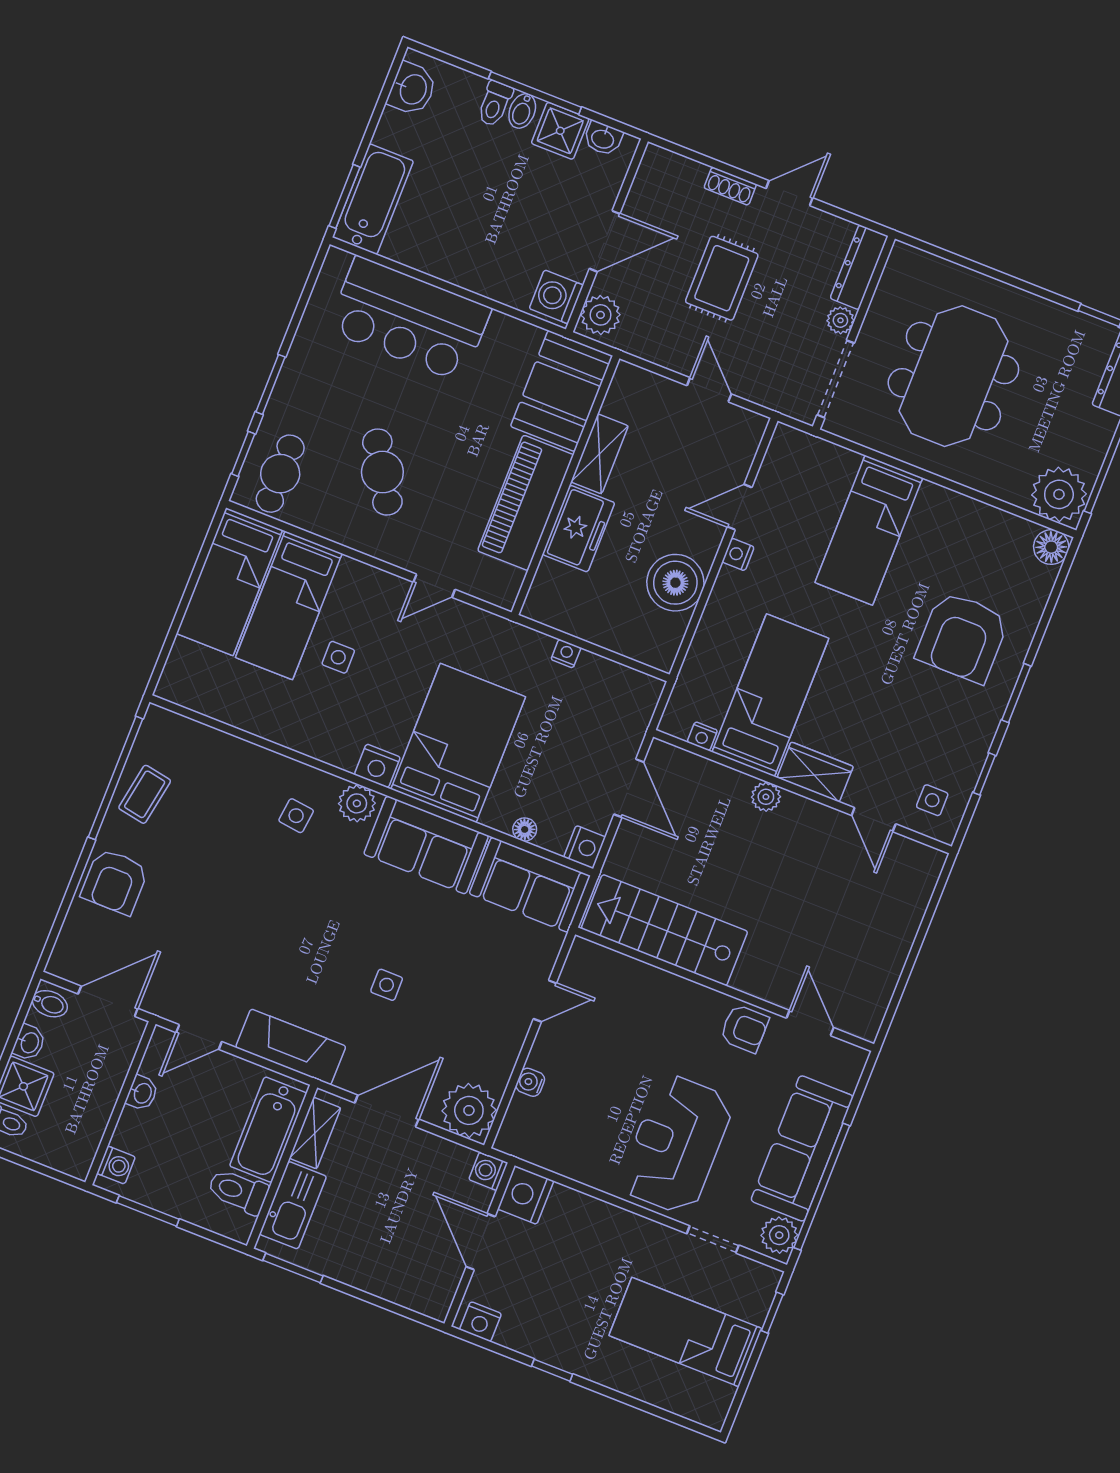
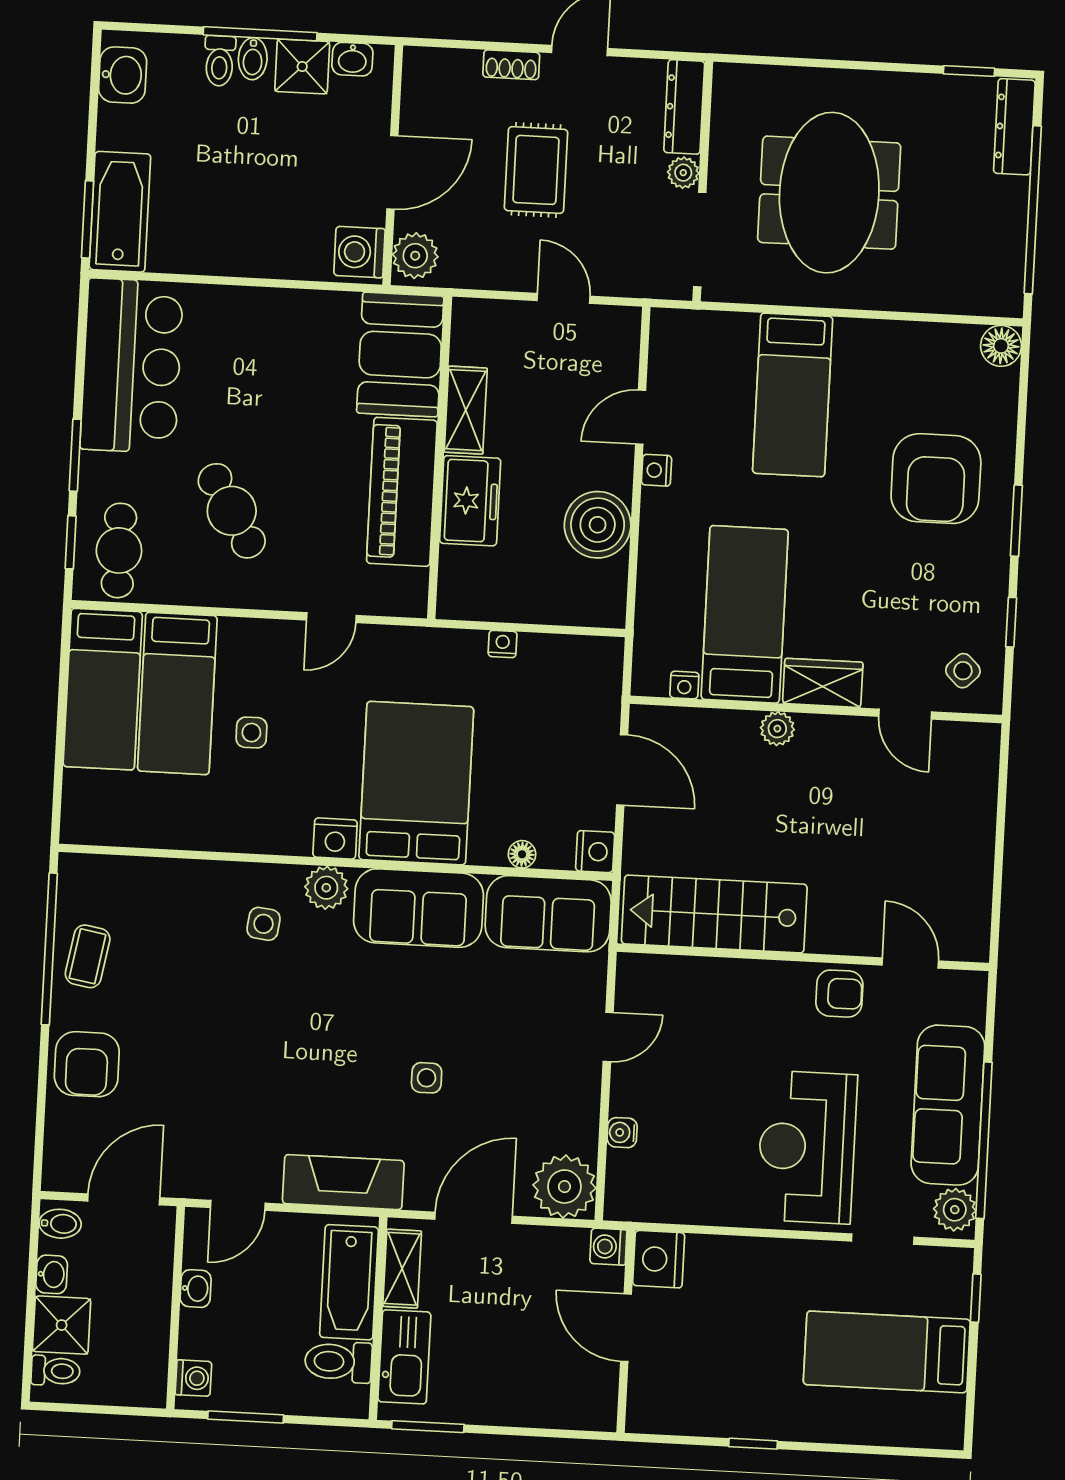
bar counter: (409, 319) -> (132, 366), moved, turned -90
plant: (1059, 494) -> (990, 285), removed
side table: (932, 800) -> (963, 671), turned 45
nightstand: (480, 1322) -> (656, 1416), removed

